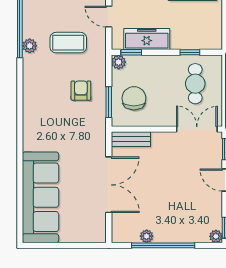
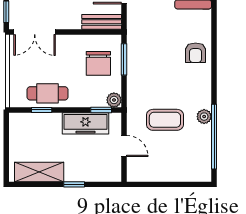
cafe table: (195, 84) -> (47, 93), moved, turned 90
armchair: (81, 91) -> (196, 53), moved

